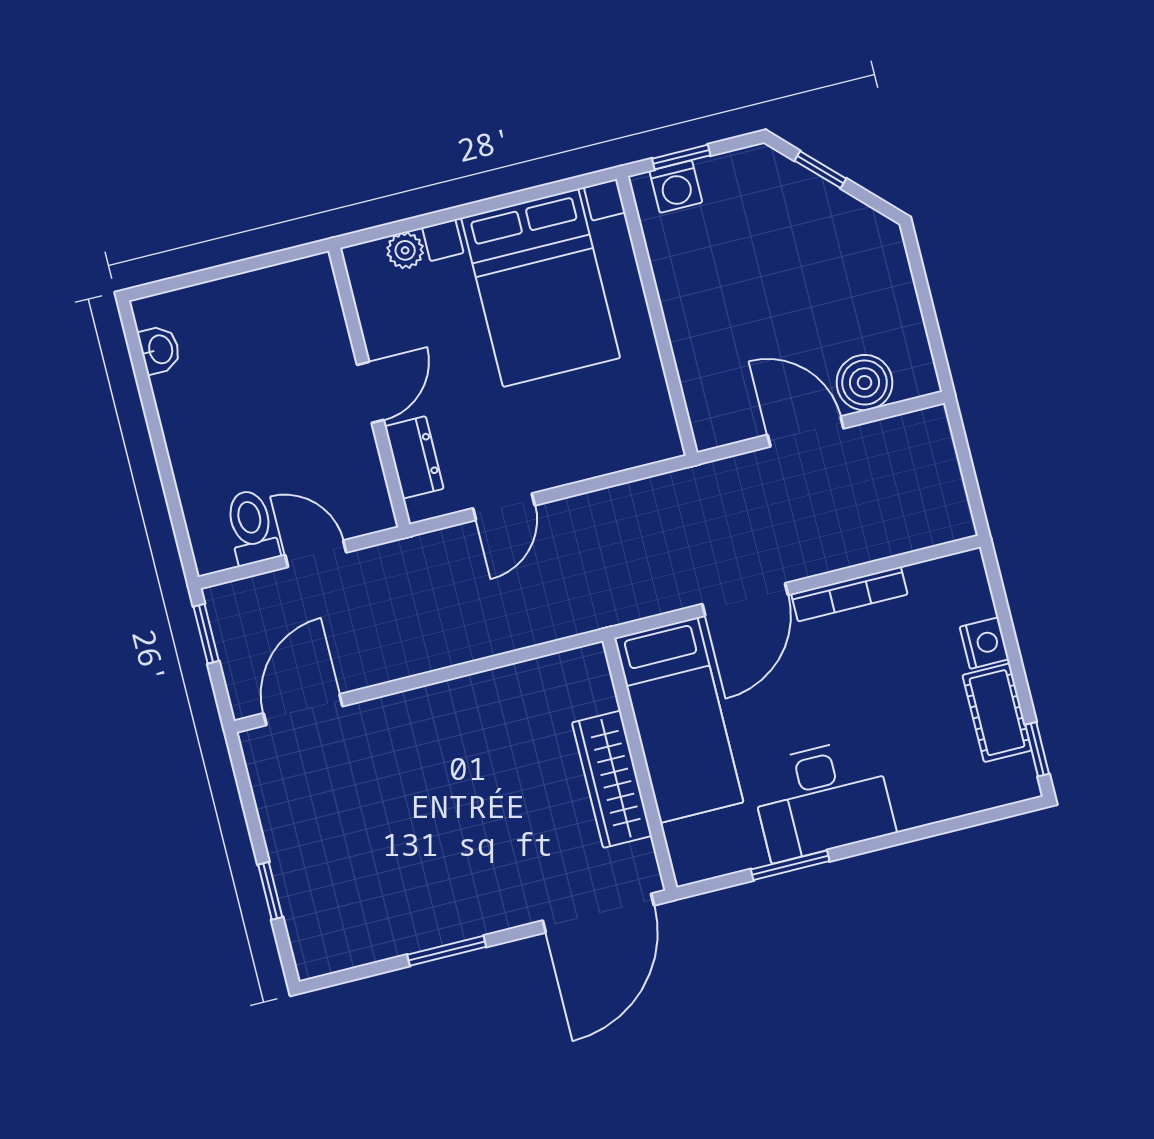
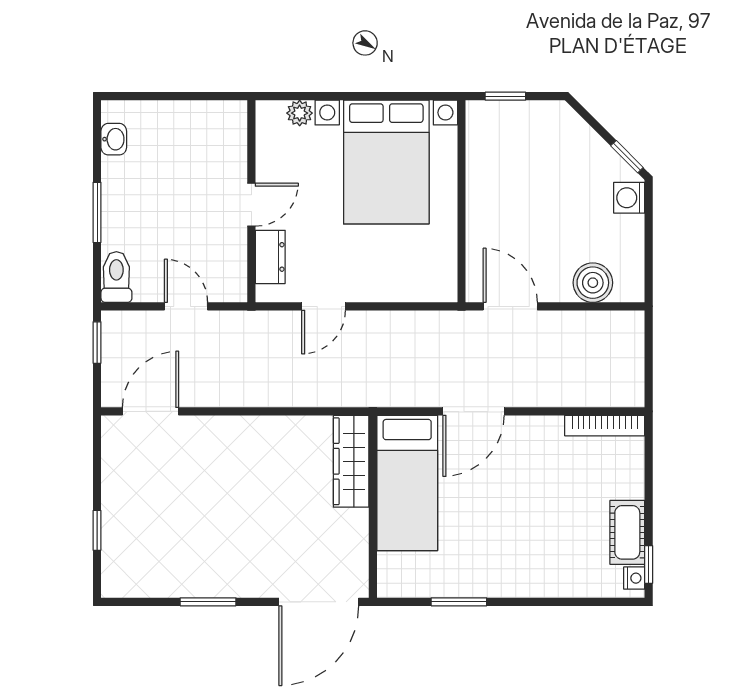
window: (820, 170) -> (627, 157), moved
washing machine: (676, 187) -> (629, 198), moved, turned 90
door: (806, 432) -> (510, 306), moved
window: (162, 456) -> (97, 212), added
toilet: (252, 527) -> (116, 277), moved
bookcase: (849, 594) -> (605, 426), moved
nightstand: (984, 643) -> (634, 578), moved, width x0.72, depth x0.74
wardrobe: (612, 779) -> (351, 461), moved
desk: (822, 799) -> (492, 562), removed

